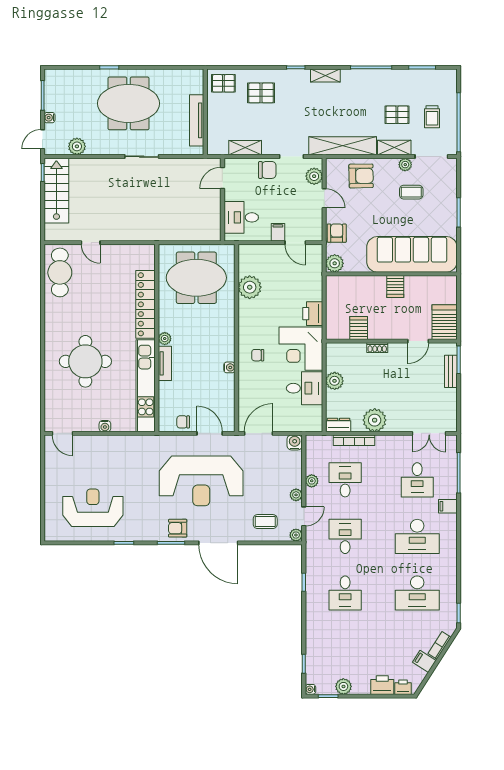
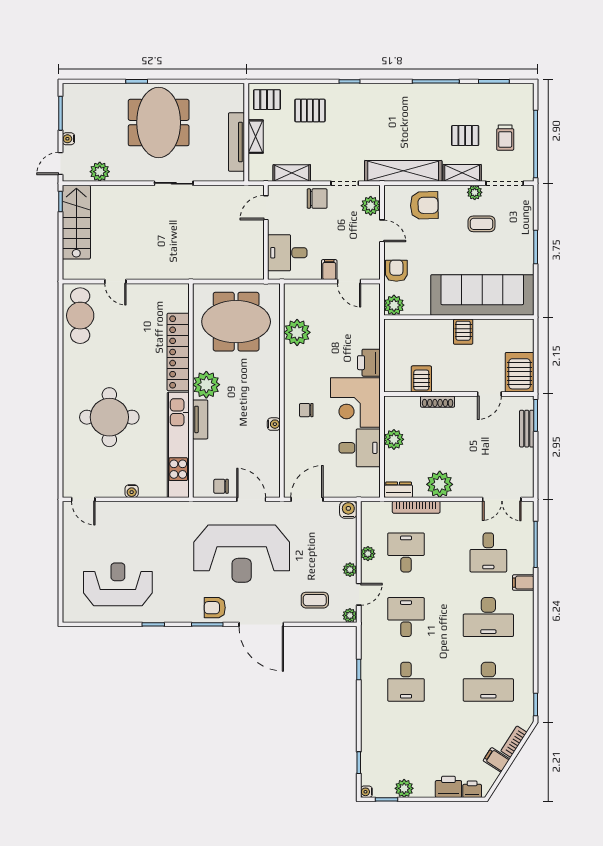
shelving: (325, 76) -> (256, 137), moved, turned 90
meeting table: (128, 103) -> (159, 123), turned 90
plant: (165, 339) -> (206, 385), width x1.88, depth x1.88
shoe rack: (377, 348) -> (438, 402), width x1.43

